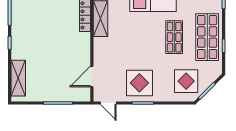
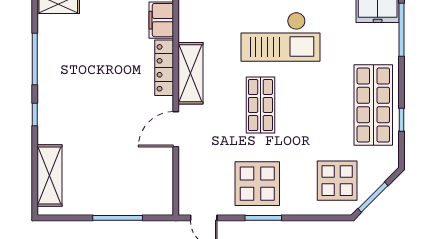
shop shelf: (174, 37) -> (260, 105), moved
door: (92, 77) -> (176, 129), moved

